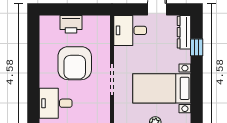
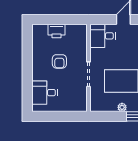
armchair: (75, 63) -> (59, 61), width x0.53, depth x0.53

